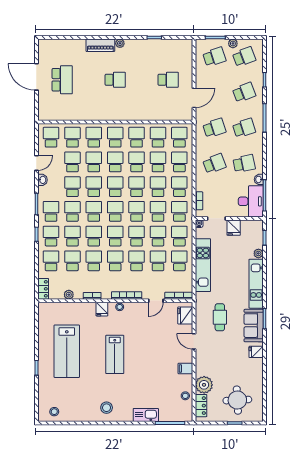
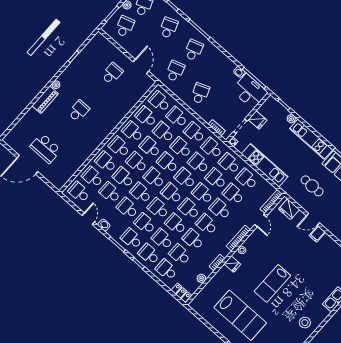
school desk: (62, 80) -> (46, 148), turned 180
school desk: (244, 164) -> (219, 72), removed
lab bench: (115, 354) -> (272, 283), turned 90
filing cabinet: (185, 369) -> (317, 234), moved

